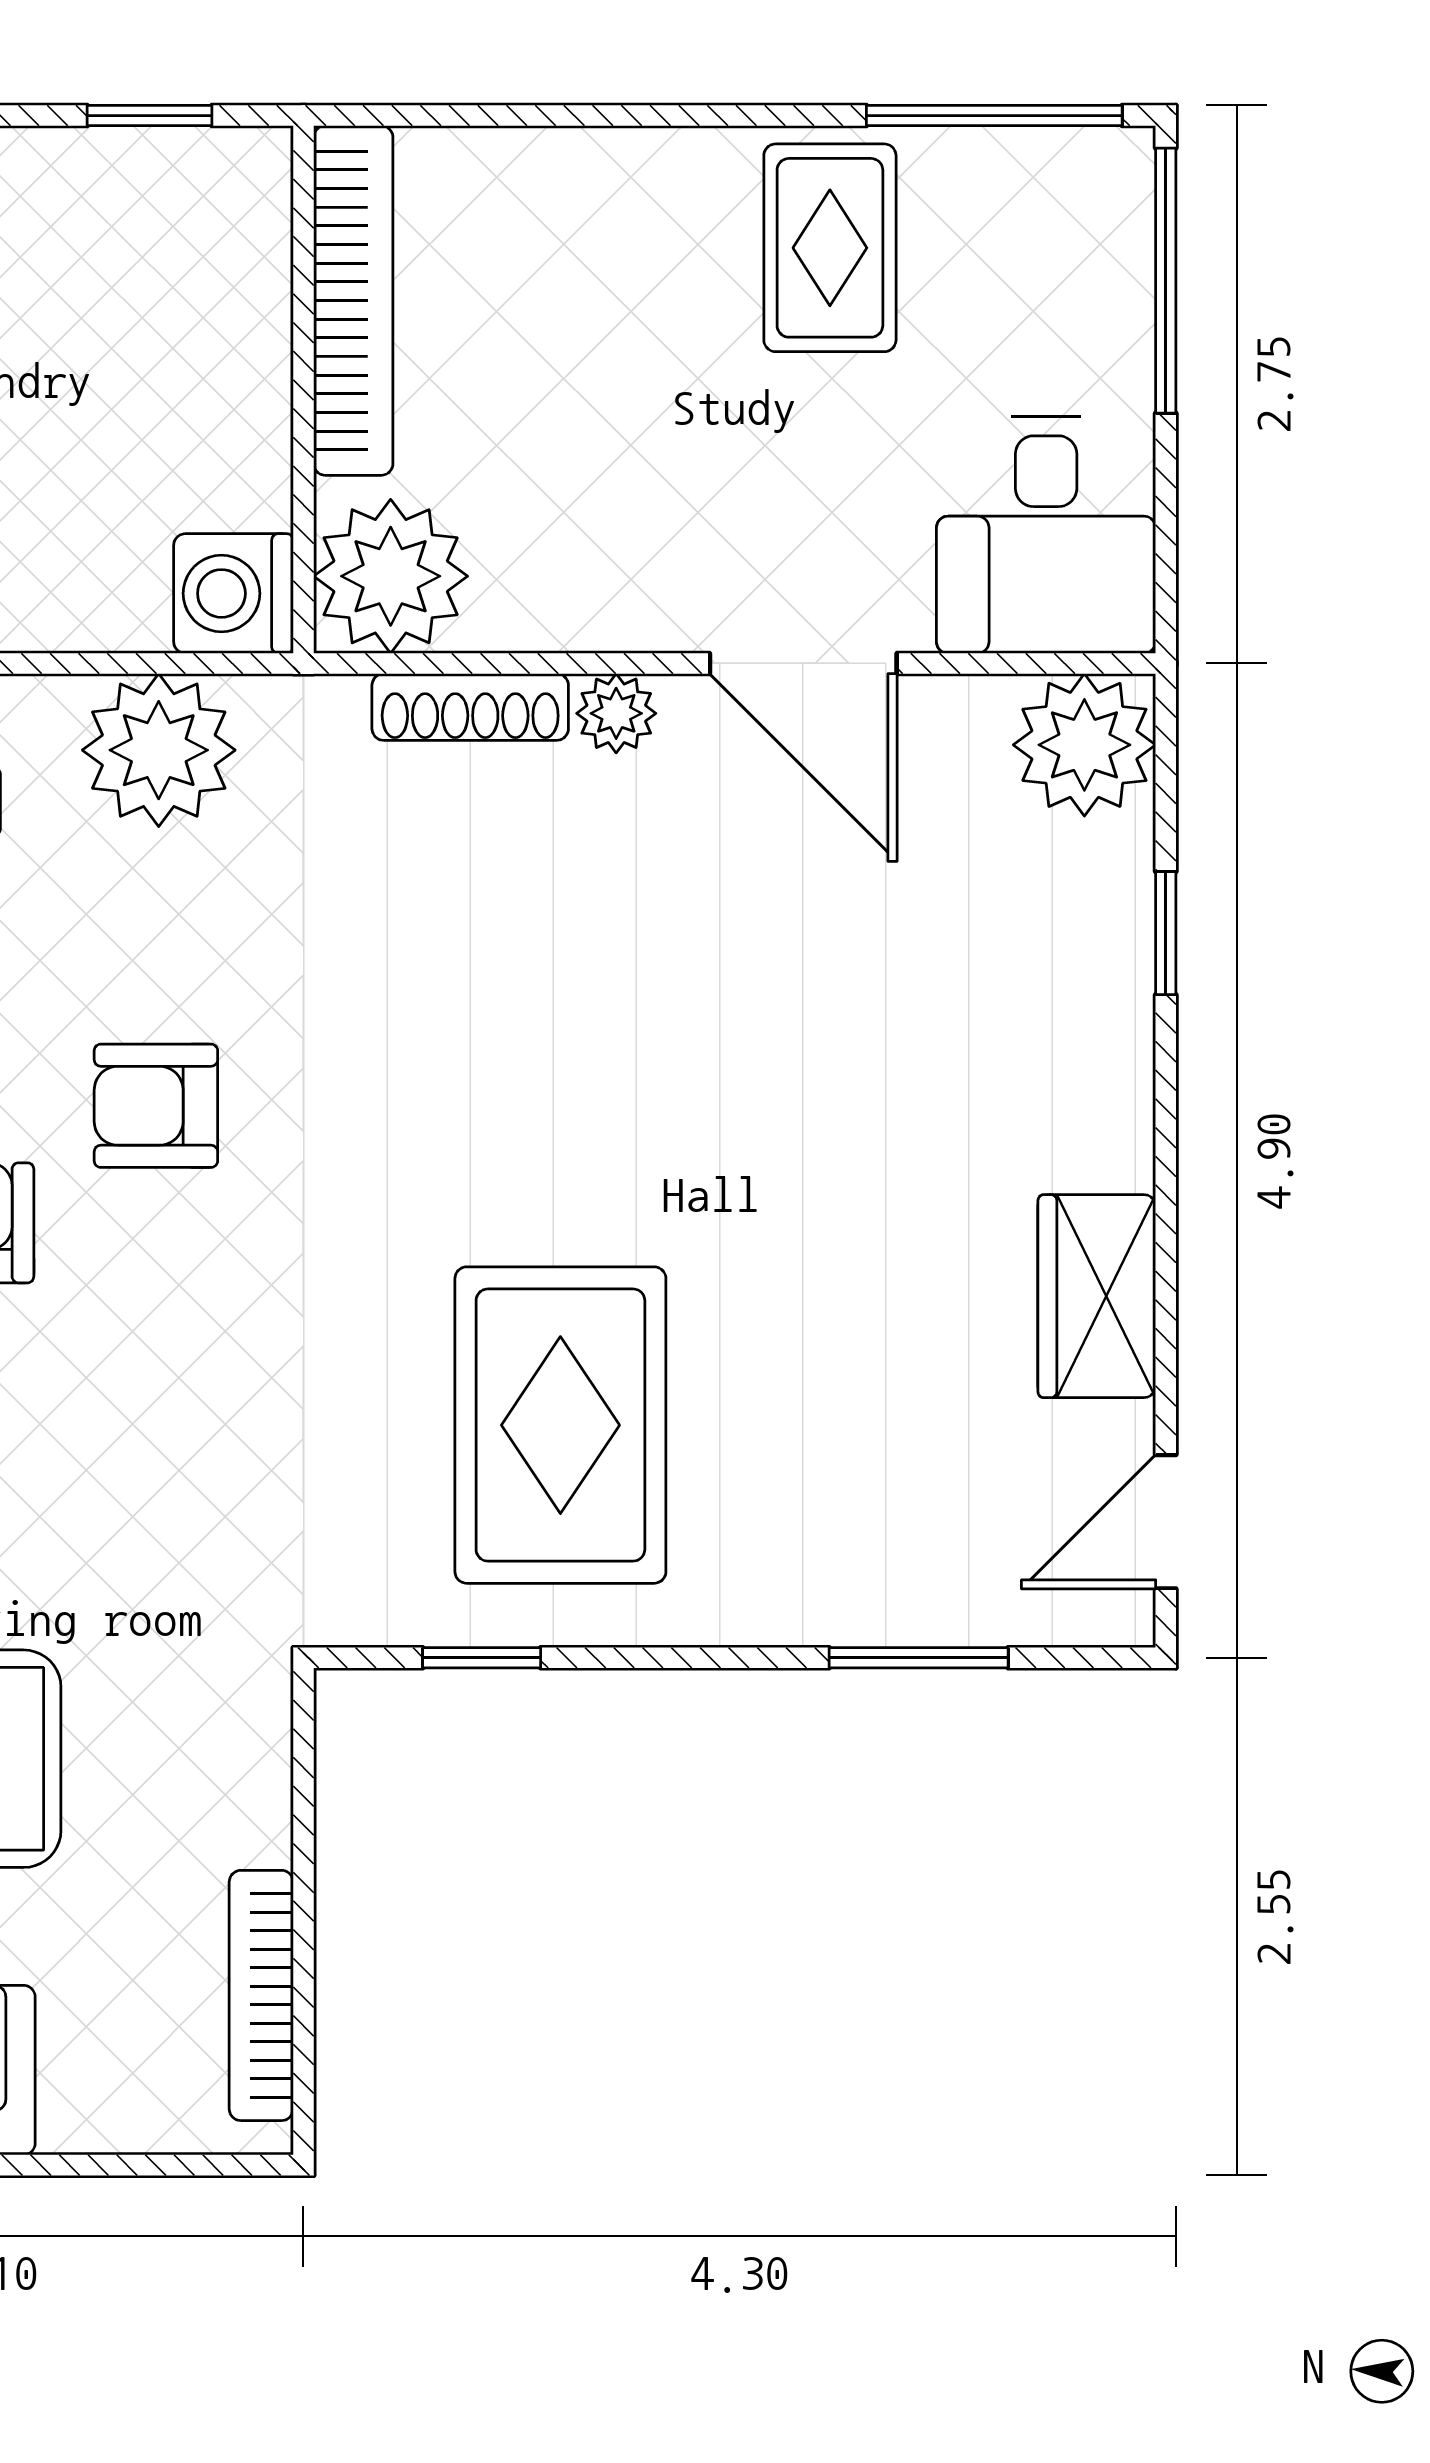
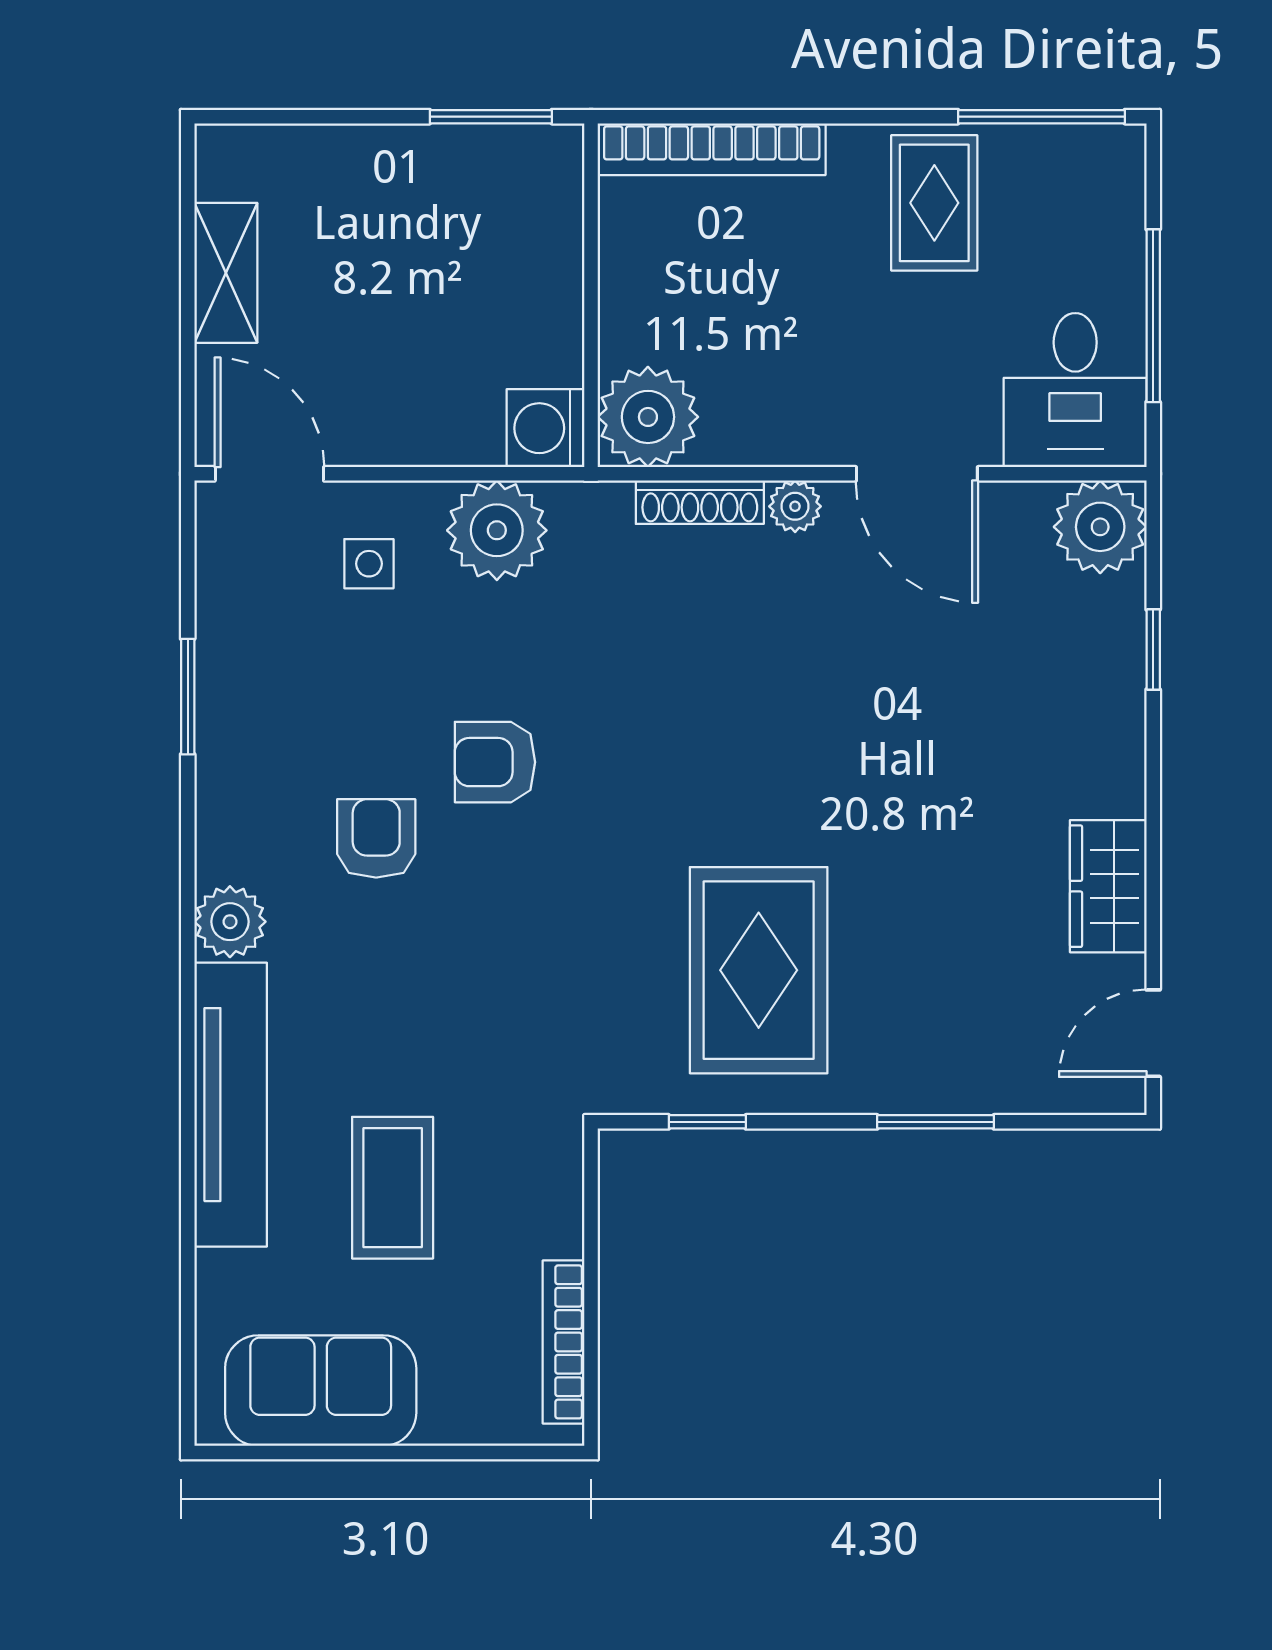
window: (150, 116) -> (491, 117), width x1.50
window: (1166, 281) -> (1153, 316), moved
bookcase: (353, 300) -> (712, 149), moved, turned 90
window: (919, 1658) -> (935, 1122), moved

